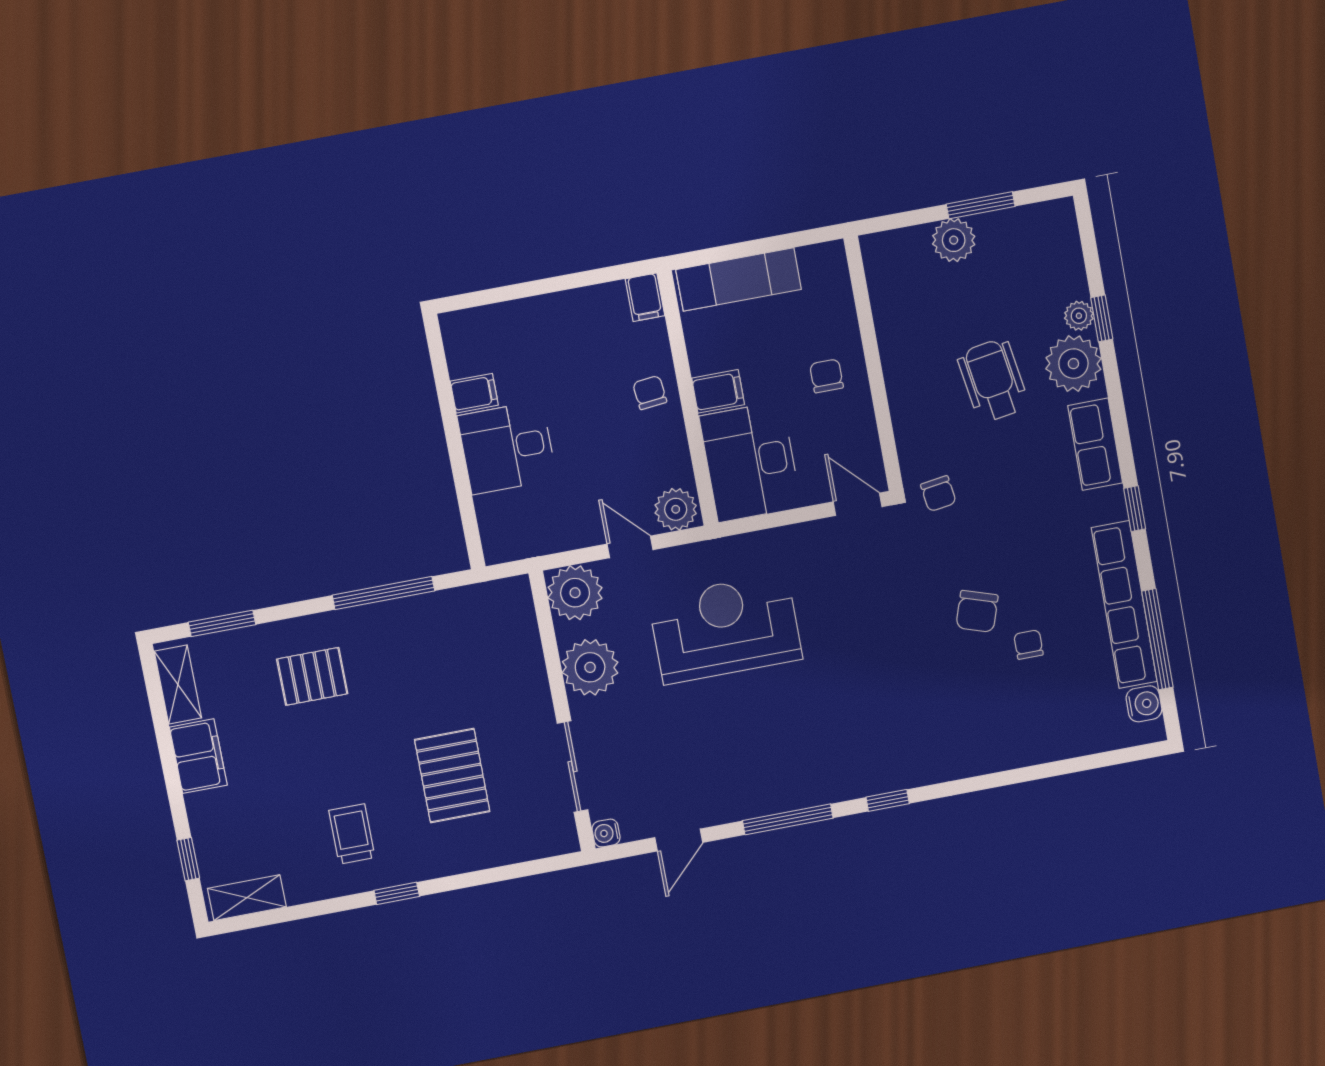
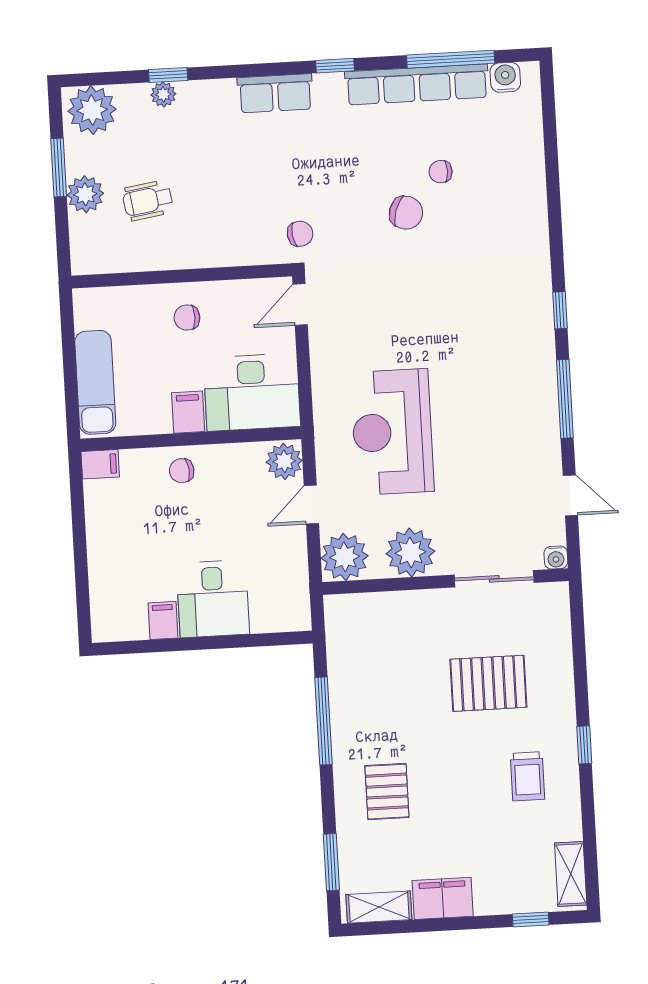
plant: (1073, 364) -> (92, 110), moved
wheelchair: (993, 380) -> (148, 200), moved, width x0.73, depth x0.73
trolley: (352, 834) -> (527, 776), turned -90

